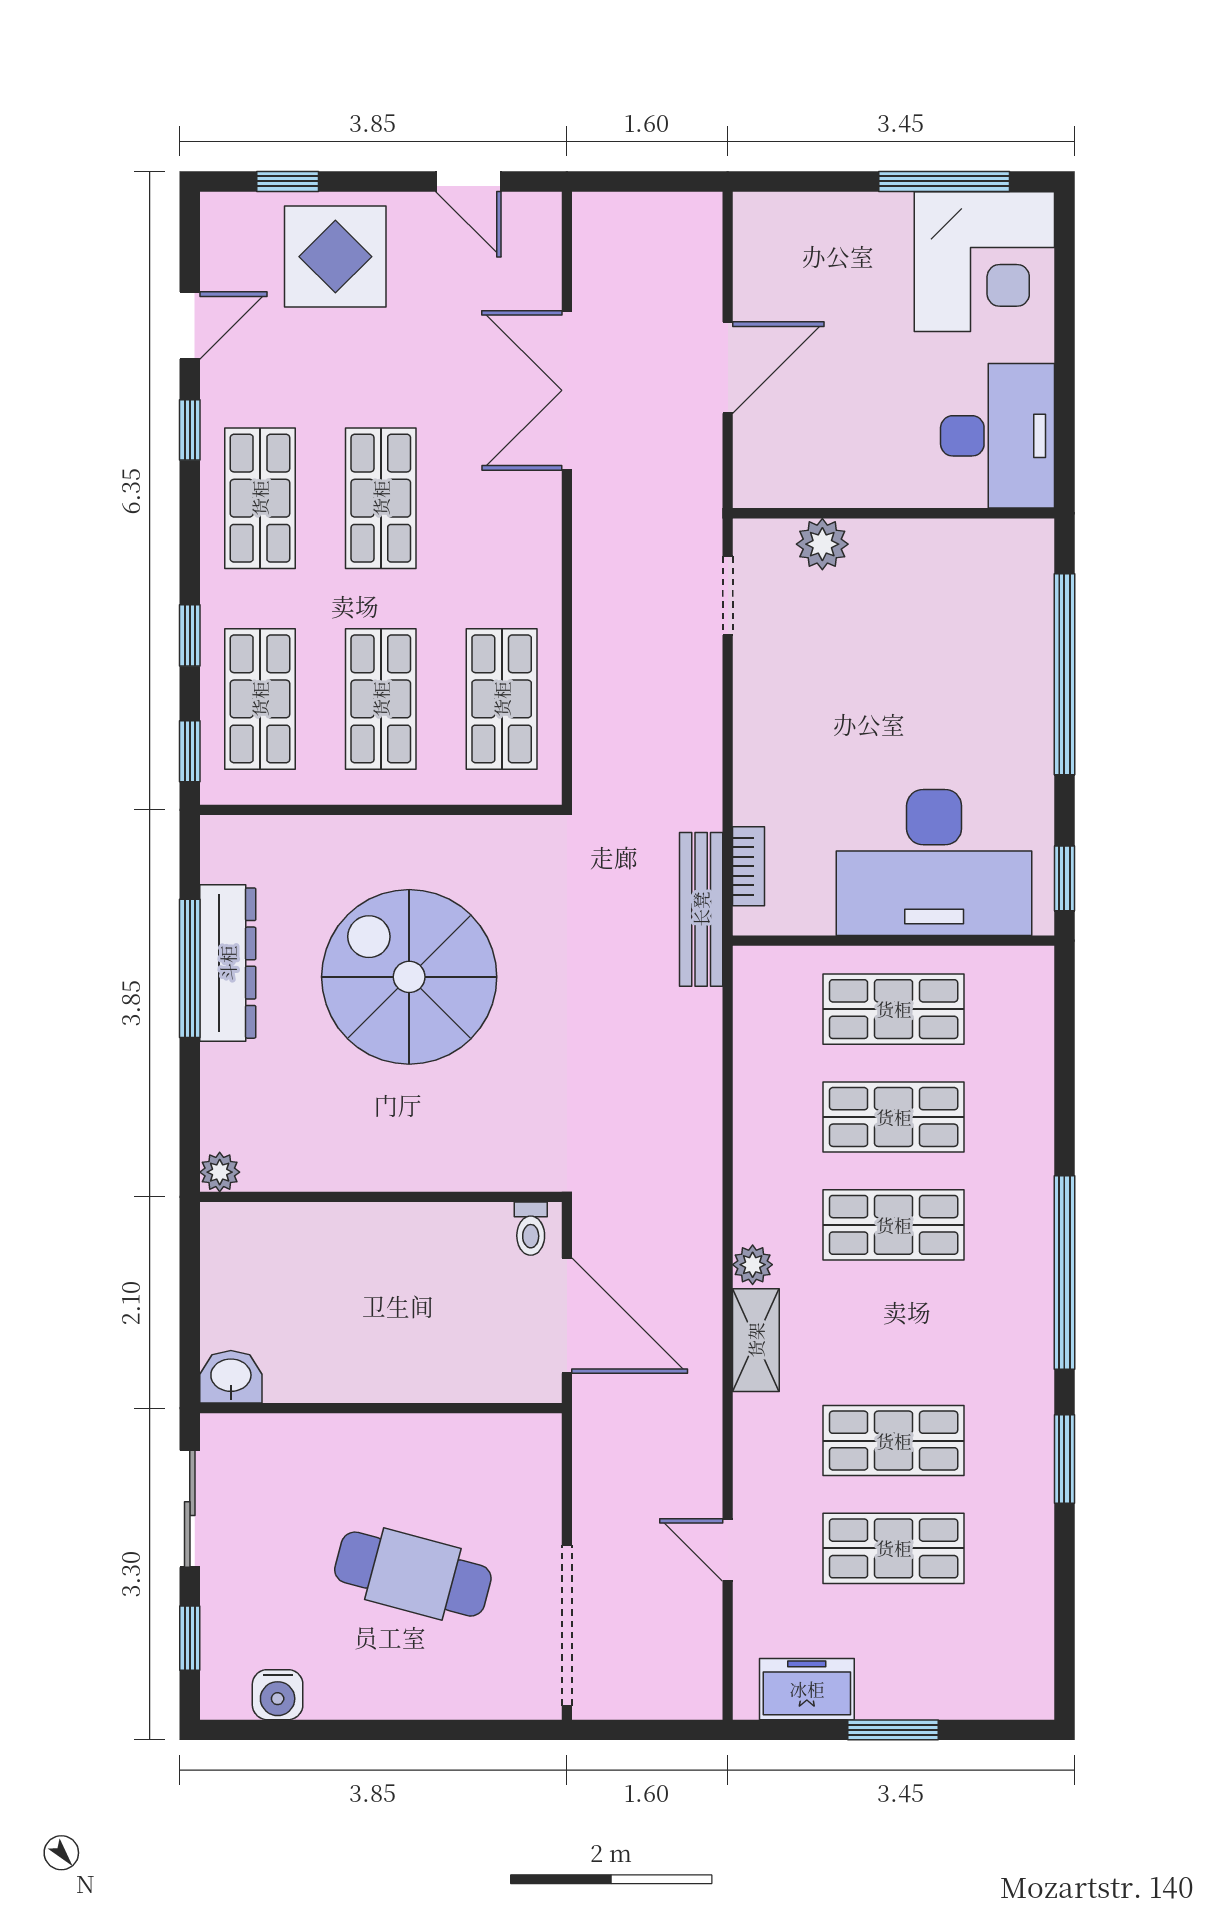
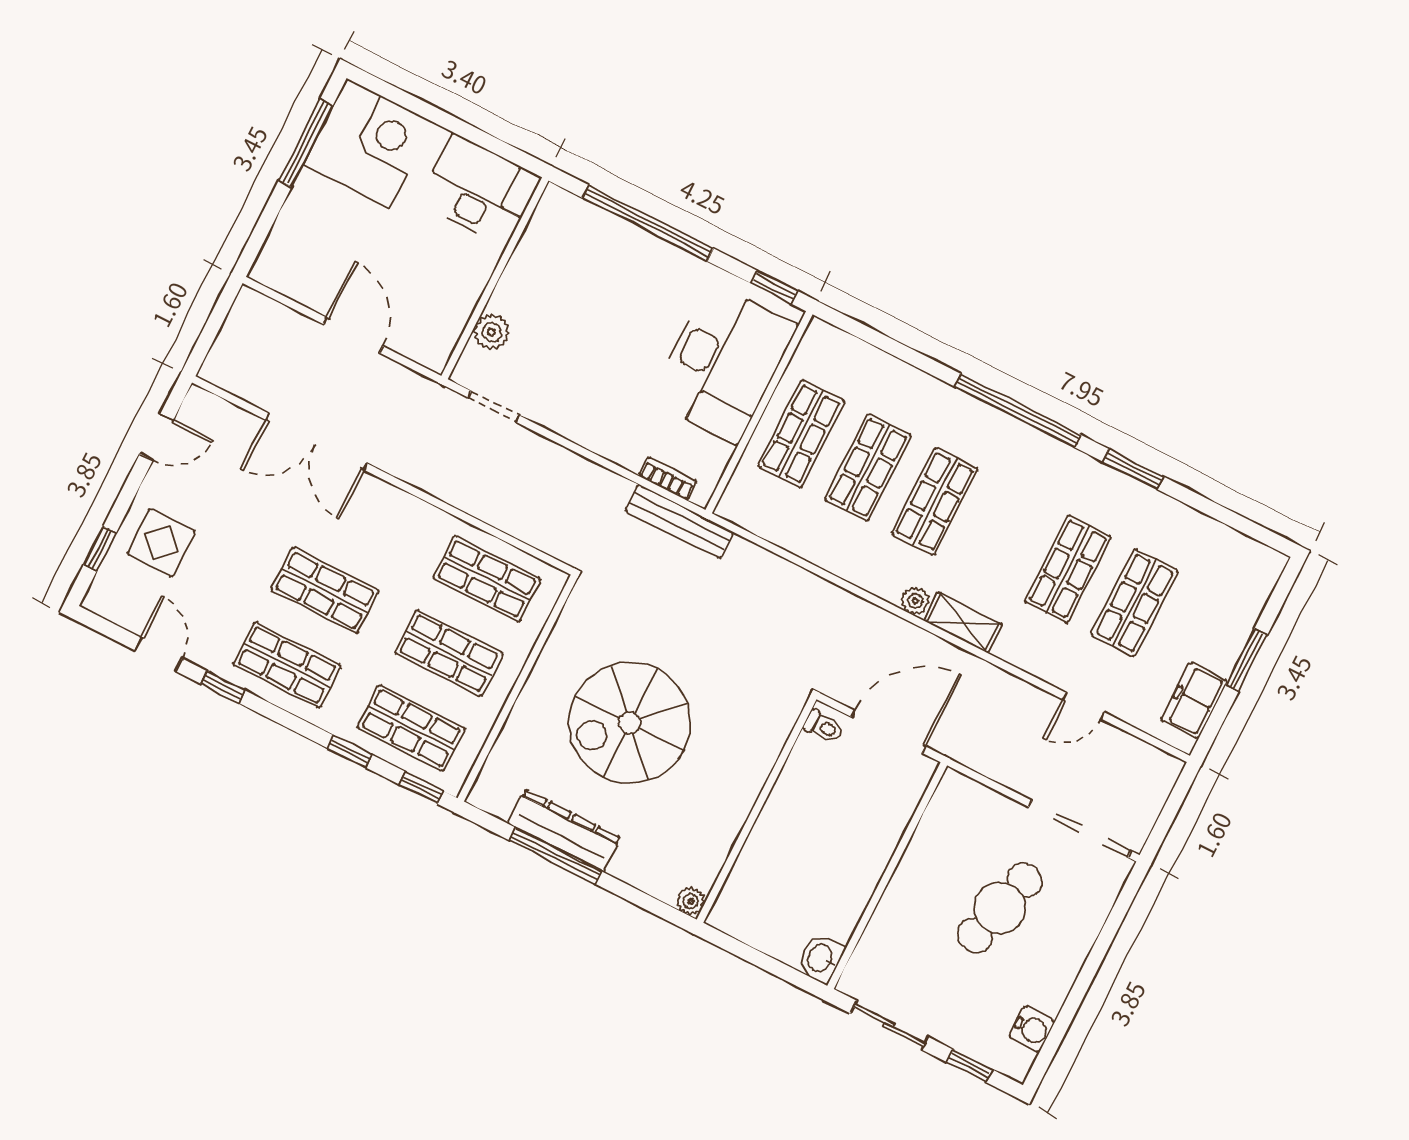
display table: (335, 257) -> (161, 543), width x0.73, depth x0.73

